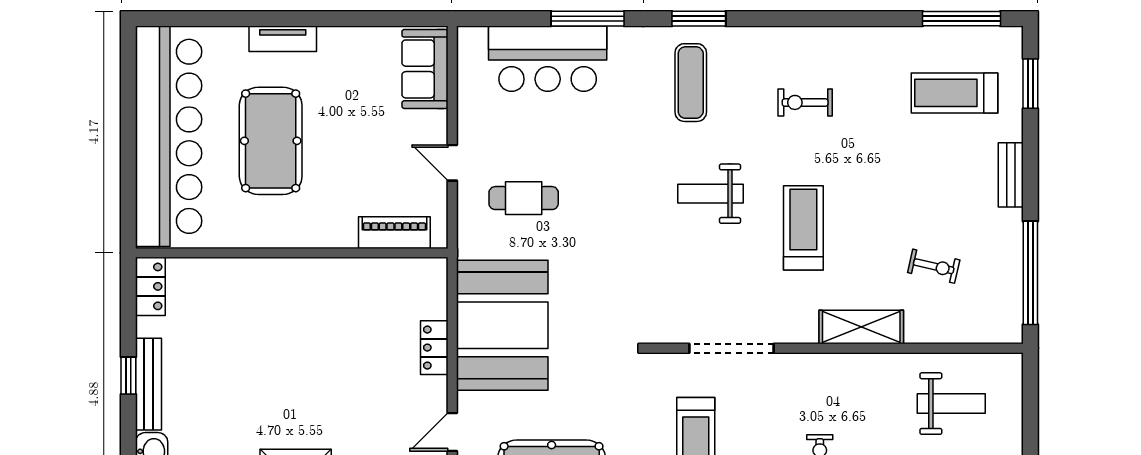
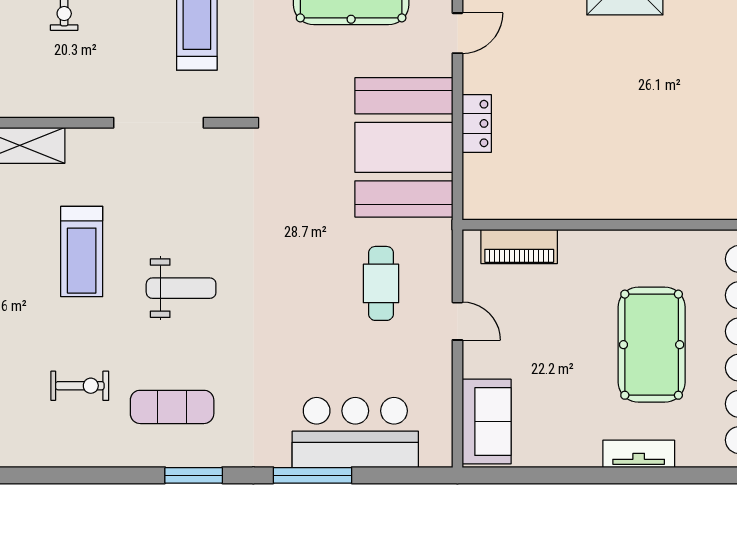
exercise mat: (691, 83) -> (172, 407), moved, turned 90
cafe table: (524, 198) -> (381, 283), turned 90

